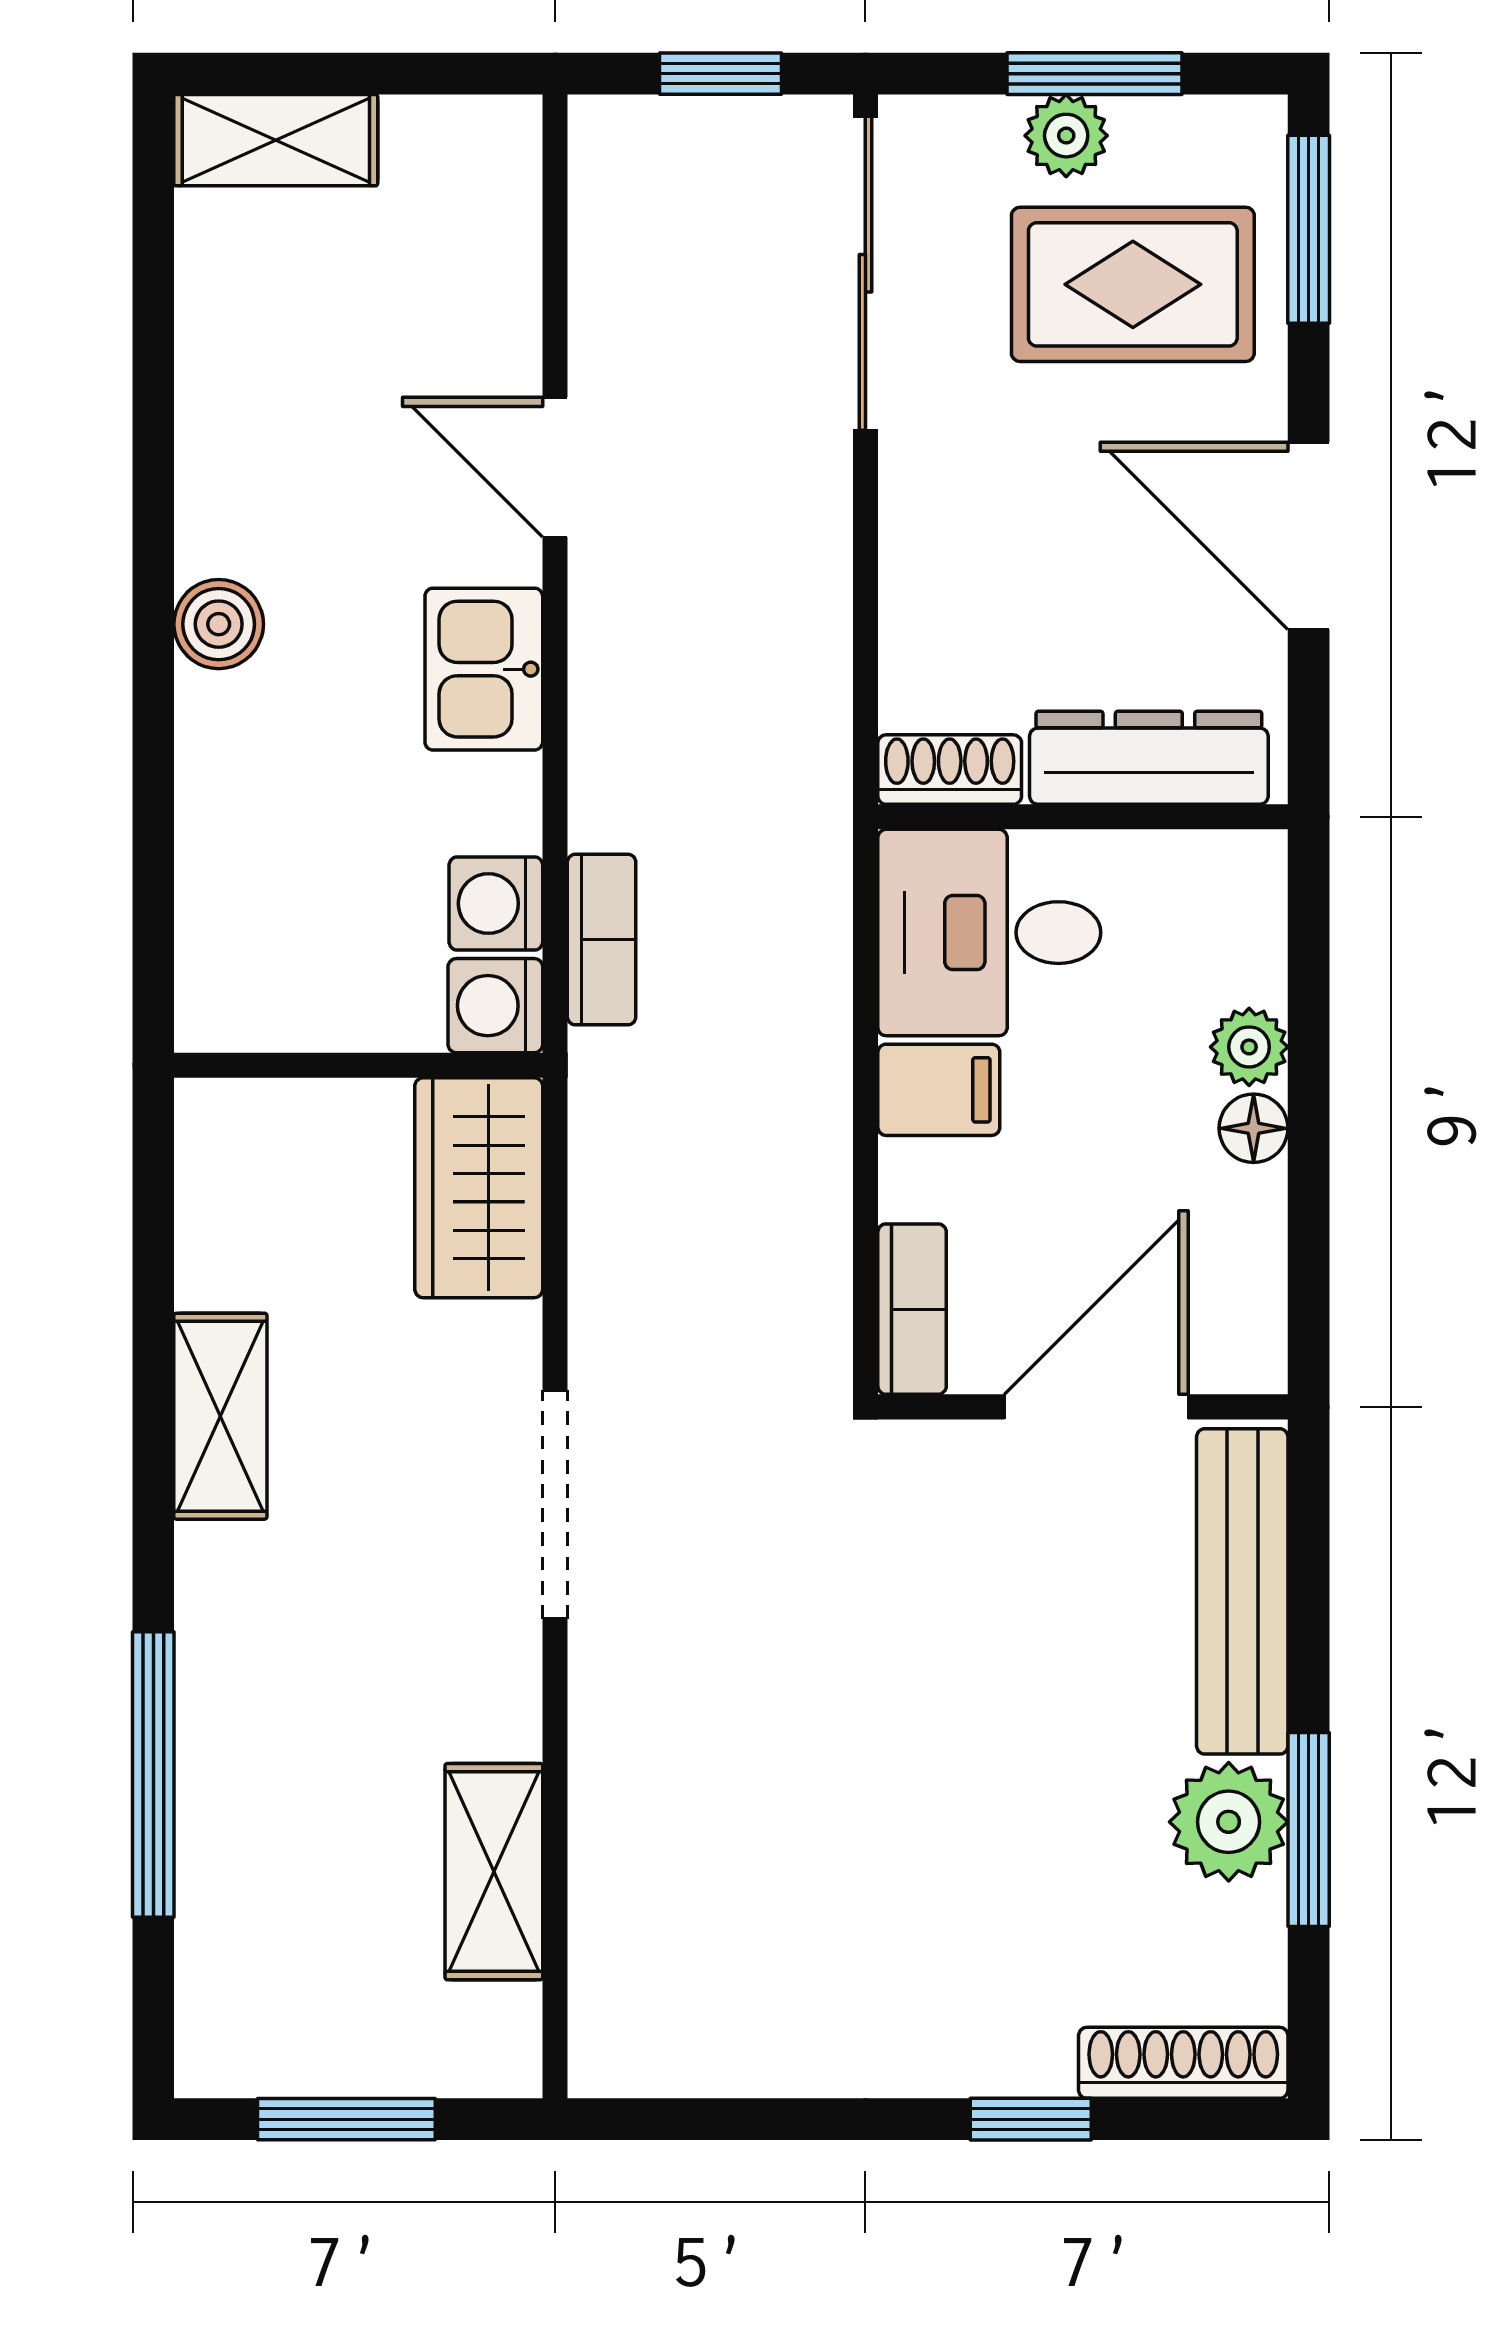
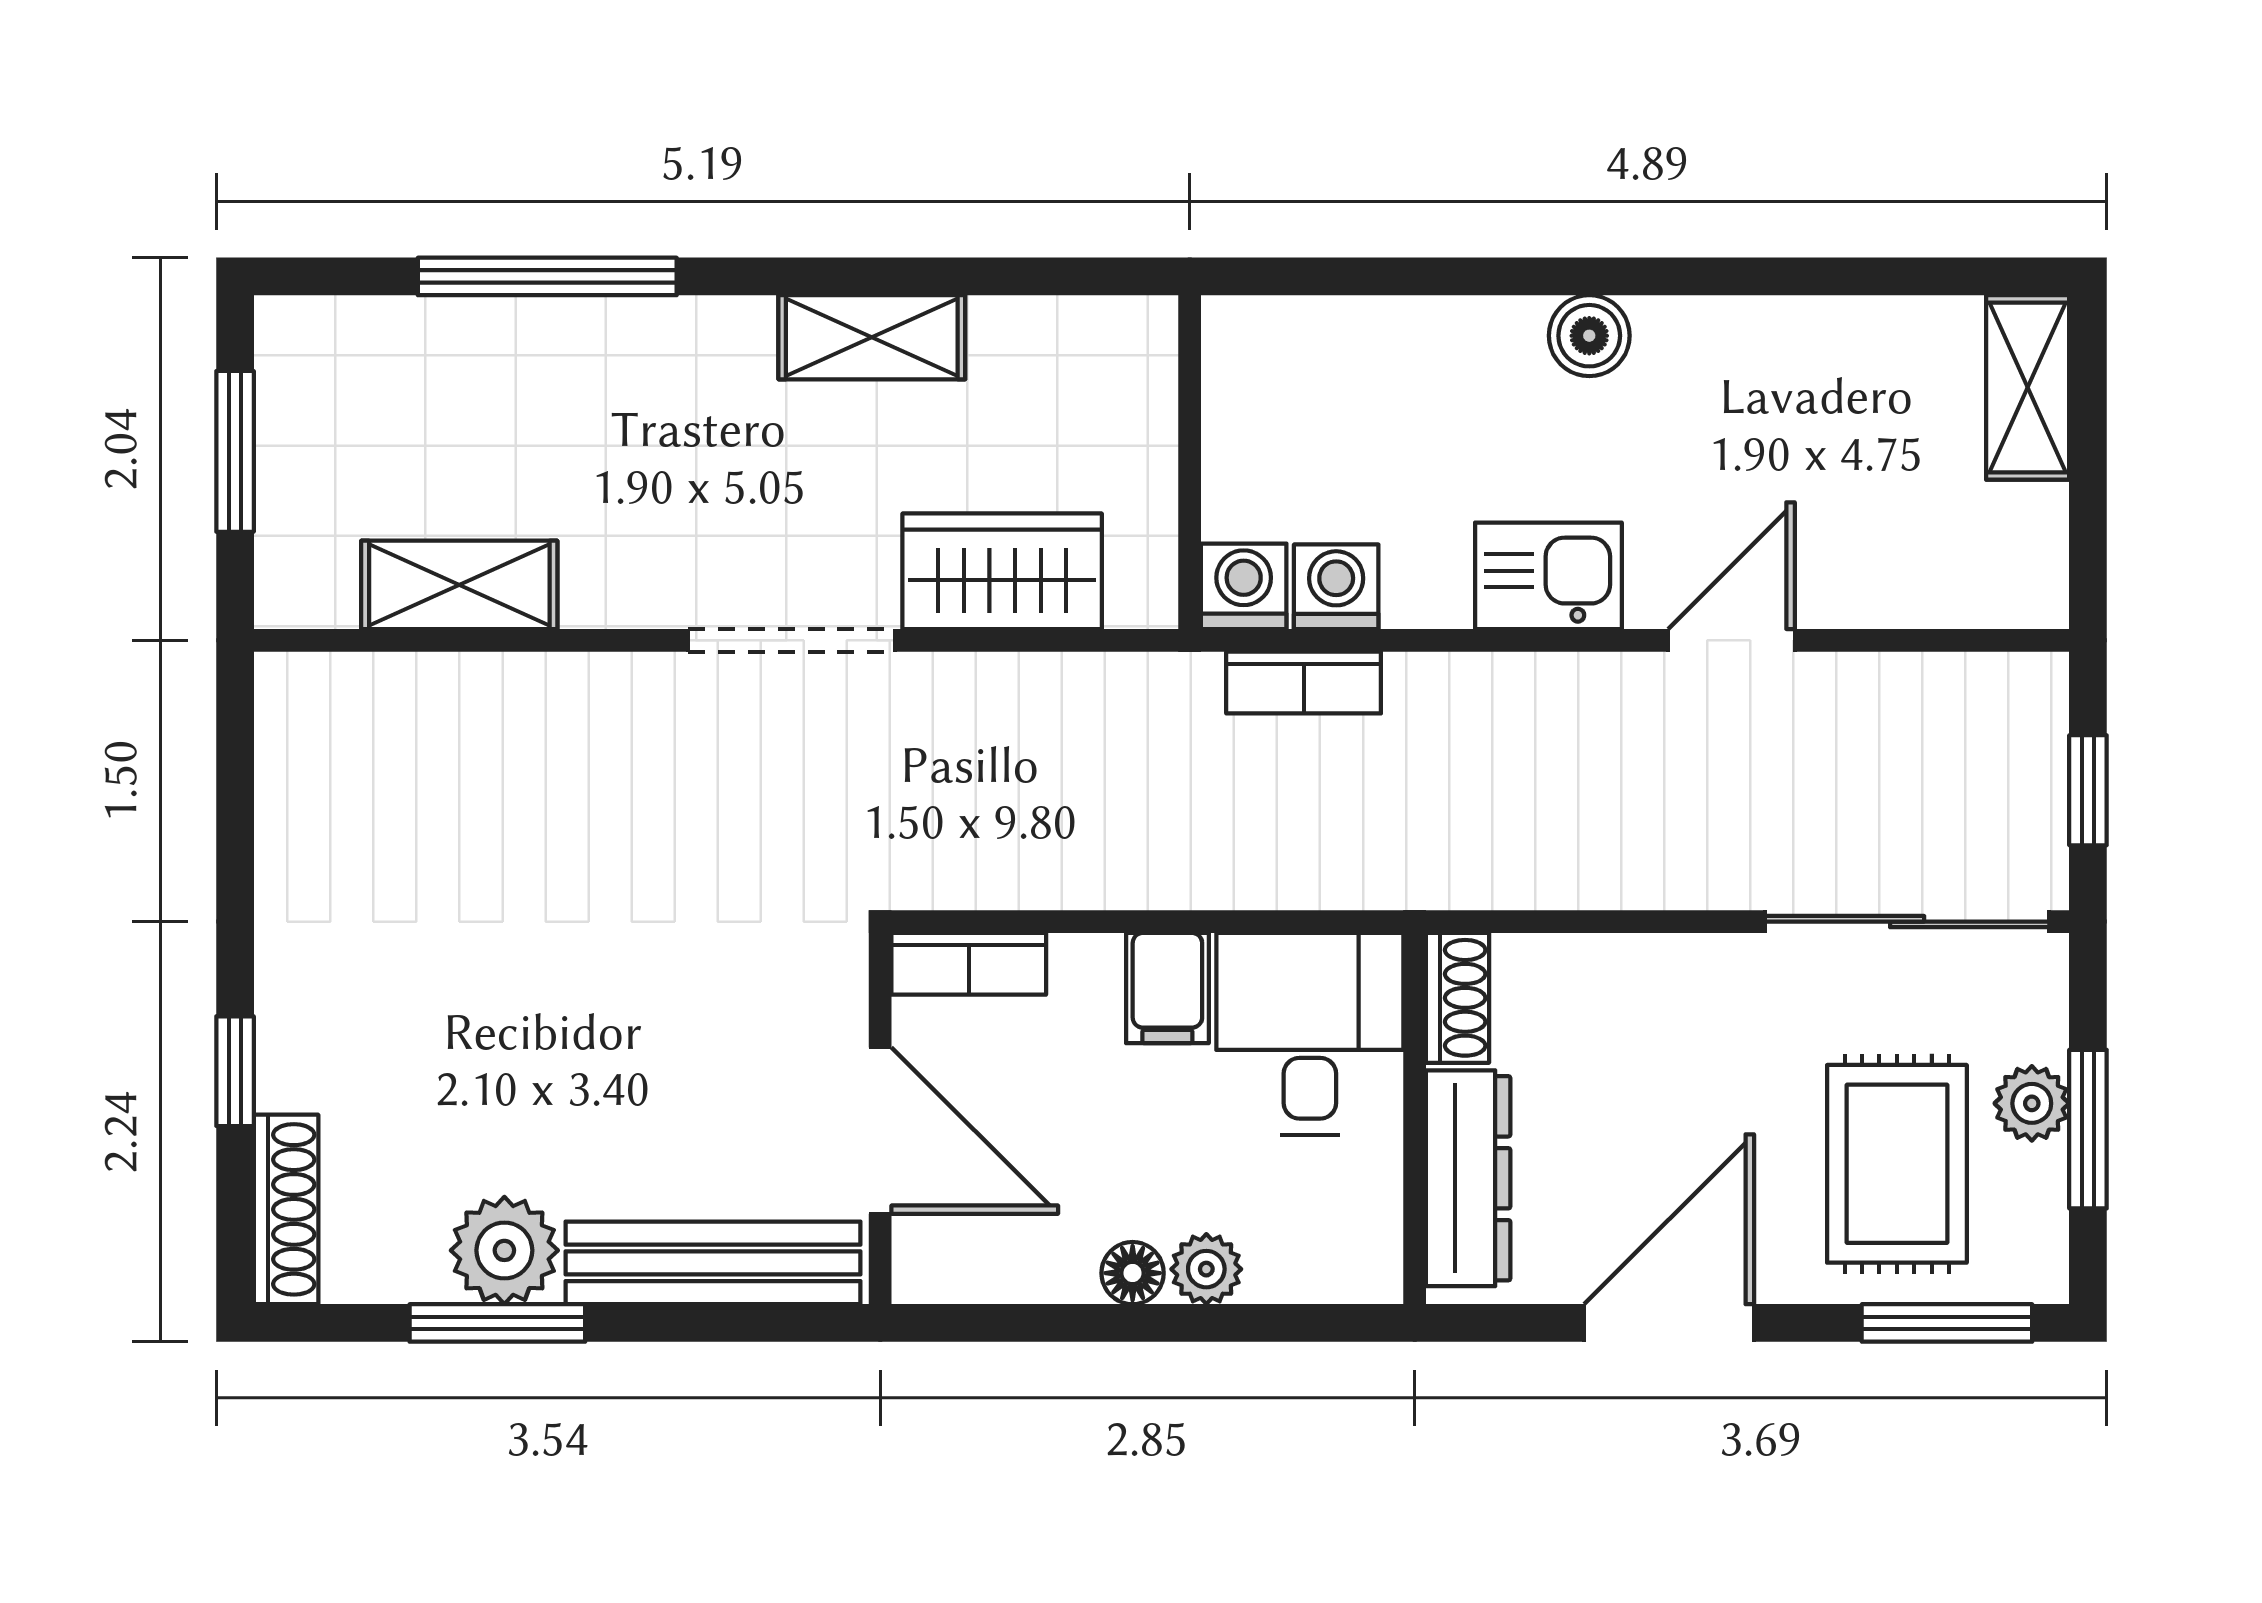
wardrobe: (479, 1188) -> (1002, 571), moved

